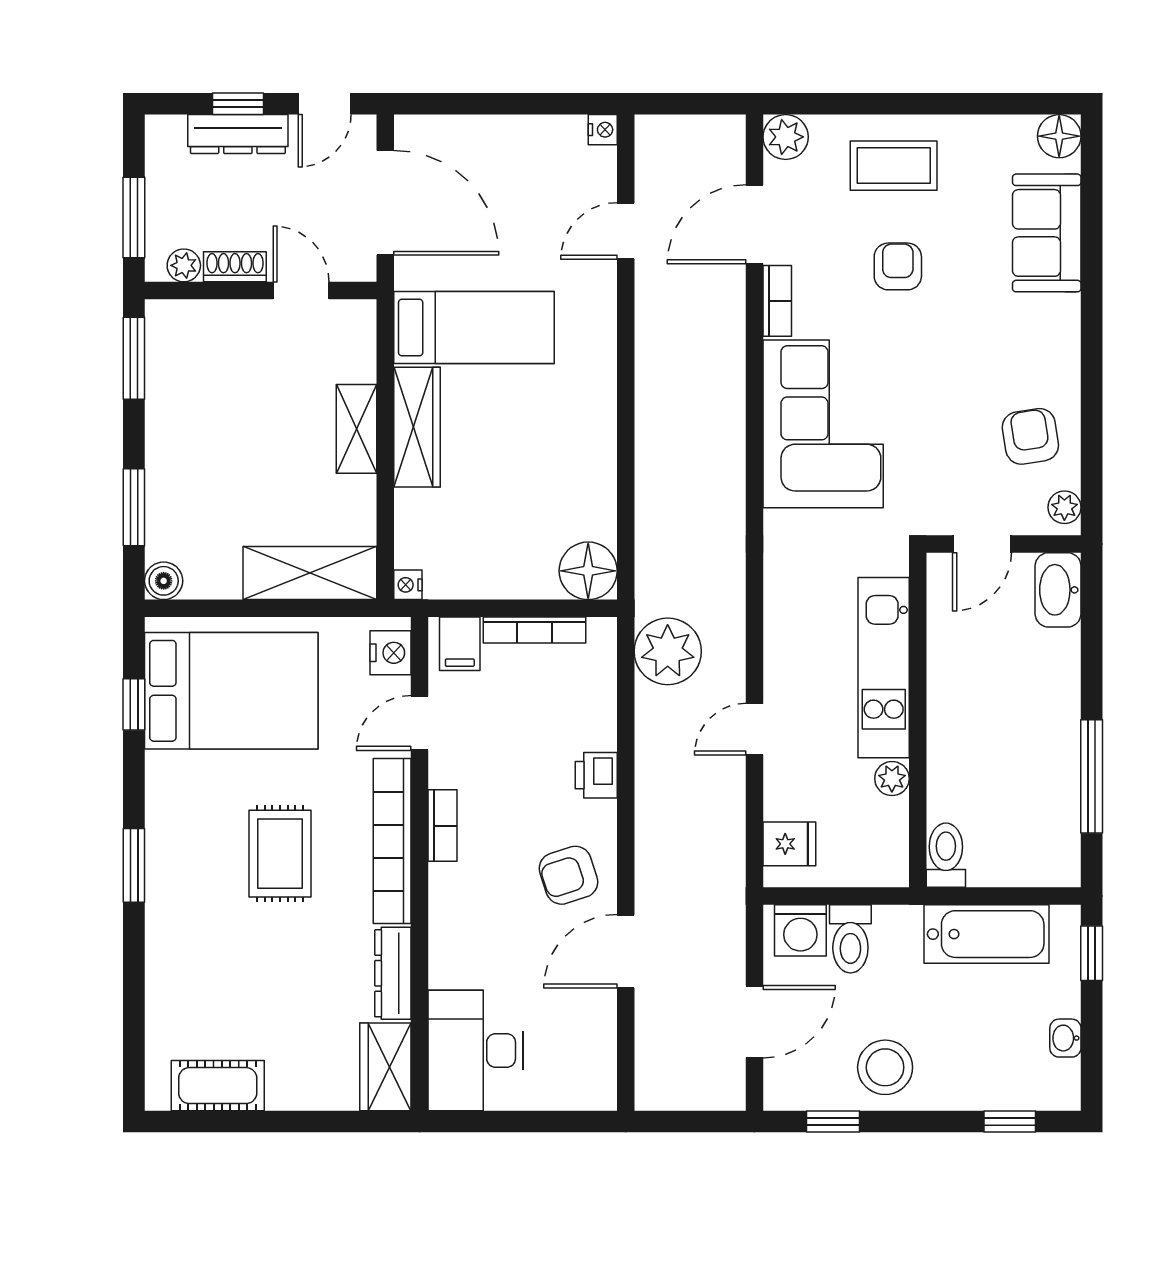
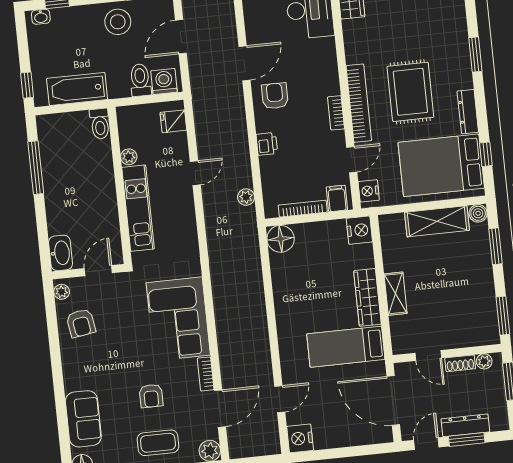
window: (238, 104) -> (467, 439), width x1.50
nightstand: (603, 130) -> (300, 438), width x1.89, depth x1.79
shelving: (310, 573) -> (437, 221), moved
nightstand: (408, 585) -> (359, 230), width x1.89, depth x1.79
plant: (668, 651) -> (246, 197), width x0.53, depth x0.53
rug: (280, 854) -> (410, 92), width x1.36, depth x1.43
window: (134, 865) -> (475, 54), moved
armchair: (569, 875) -> (275, 96), turned -72
dresser: (393, 973) -> (468, 112), moved, turned 180
washbasin: (1065, 1038) -> (41, 17), moved, turned 90

